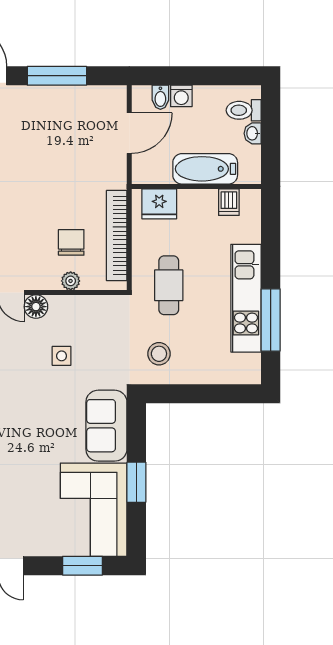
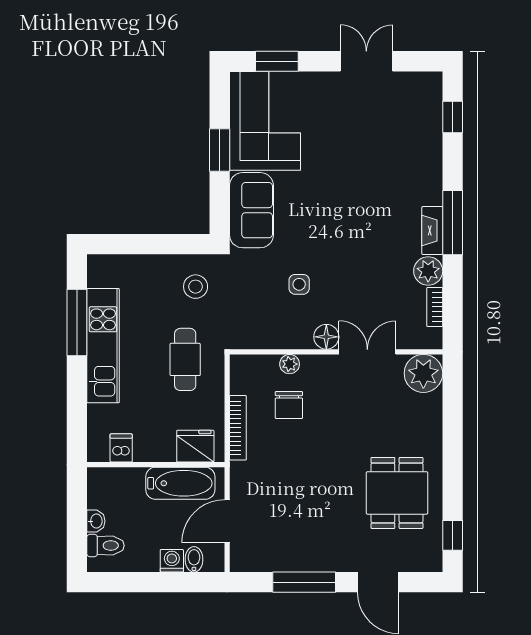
bathtub: (205, 169) -> (180, 483), moved
bookcase: (117, 236) -> (238, 428), width x0.68, depth x0.76

